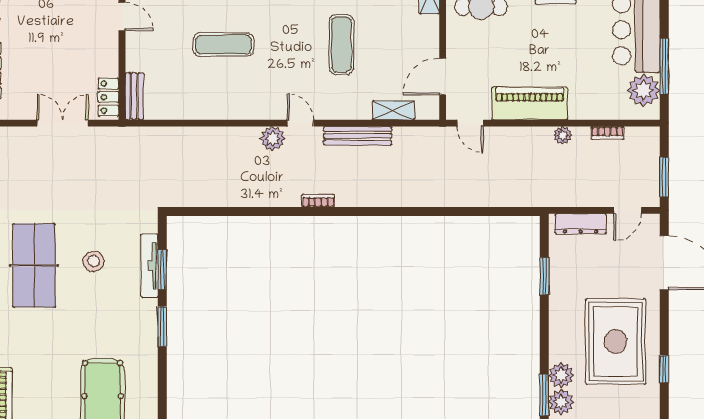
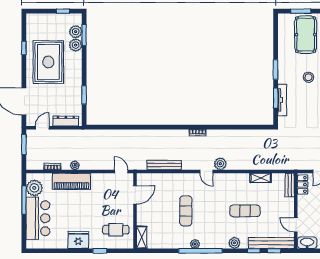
piano: (530, 103) -> (71, 181), moved
shelving: (393, 110) -> (261, 178), moved
bench: (358, 136) -> (164, 165), moved
stool: (94, 261) -> (308, 77), moved

